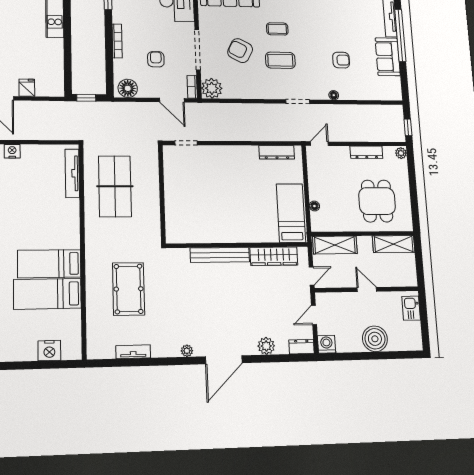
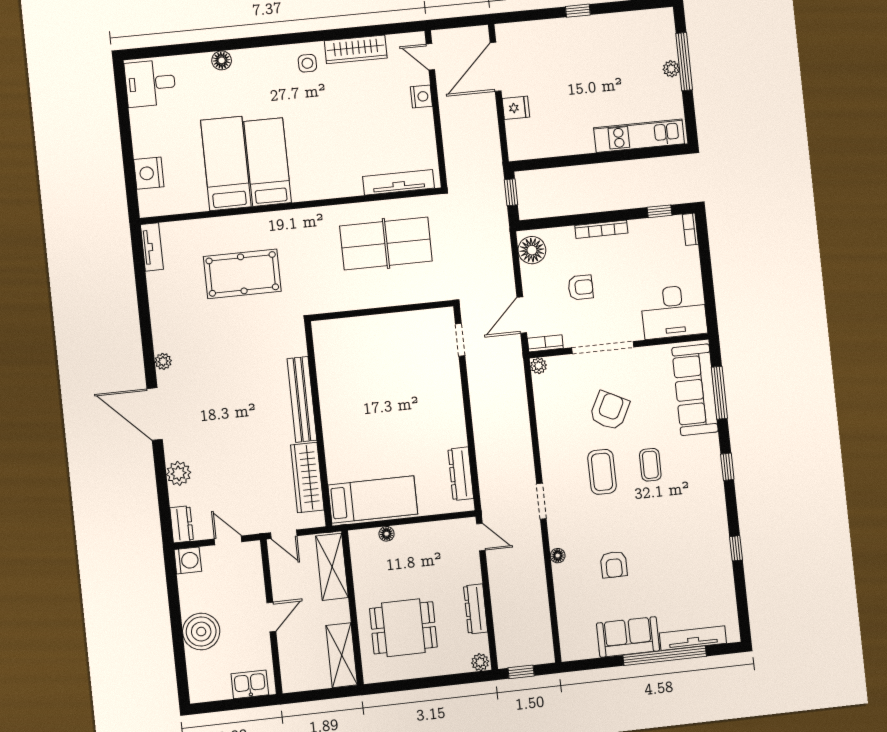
plant: (212, 88) -> (539, 366), width x0.53, depth x0.53
tv unit: (133, 352) -> (152, 247), moved

